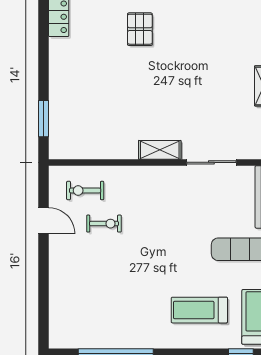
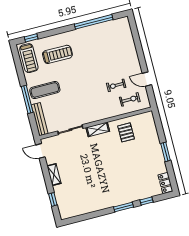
pallet: (140, 29) -> (126, 132), moved
window: (43, 119) -> (165, 152), moved

